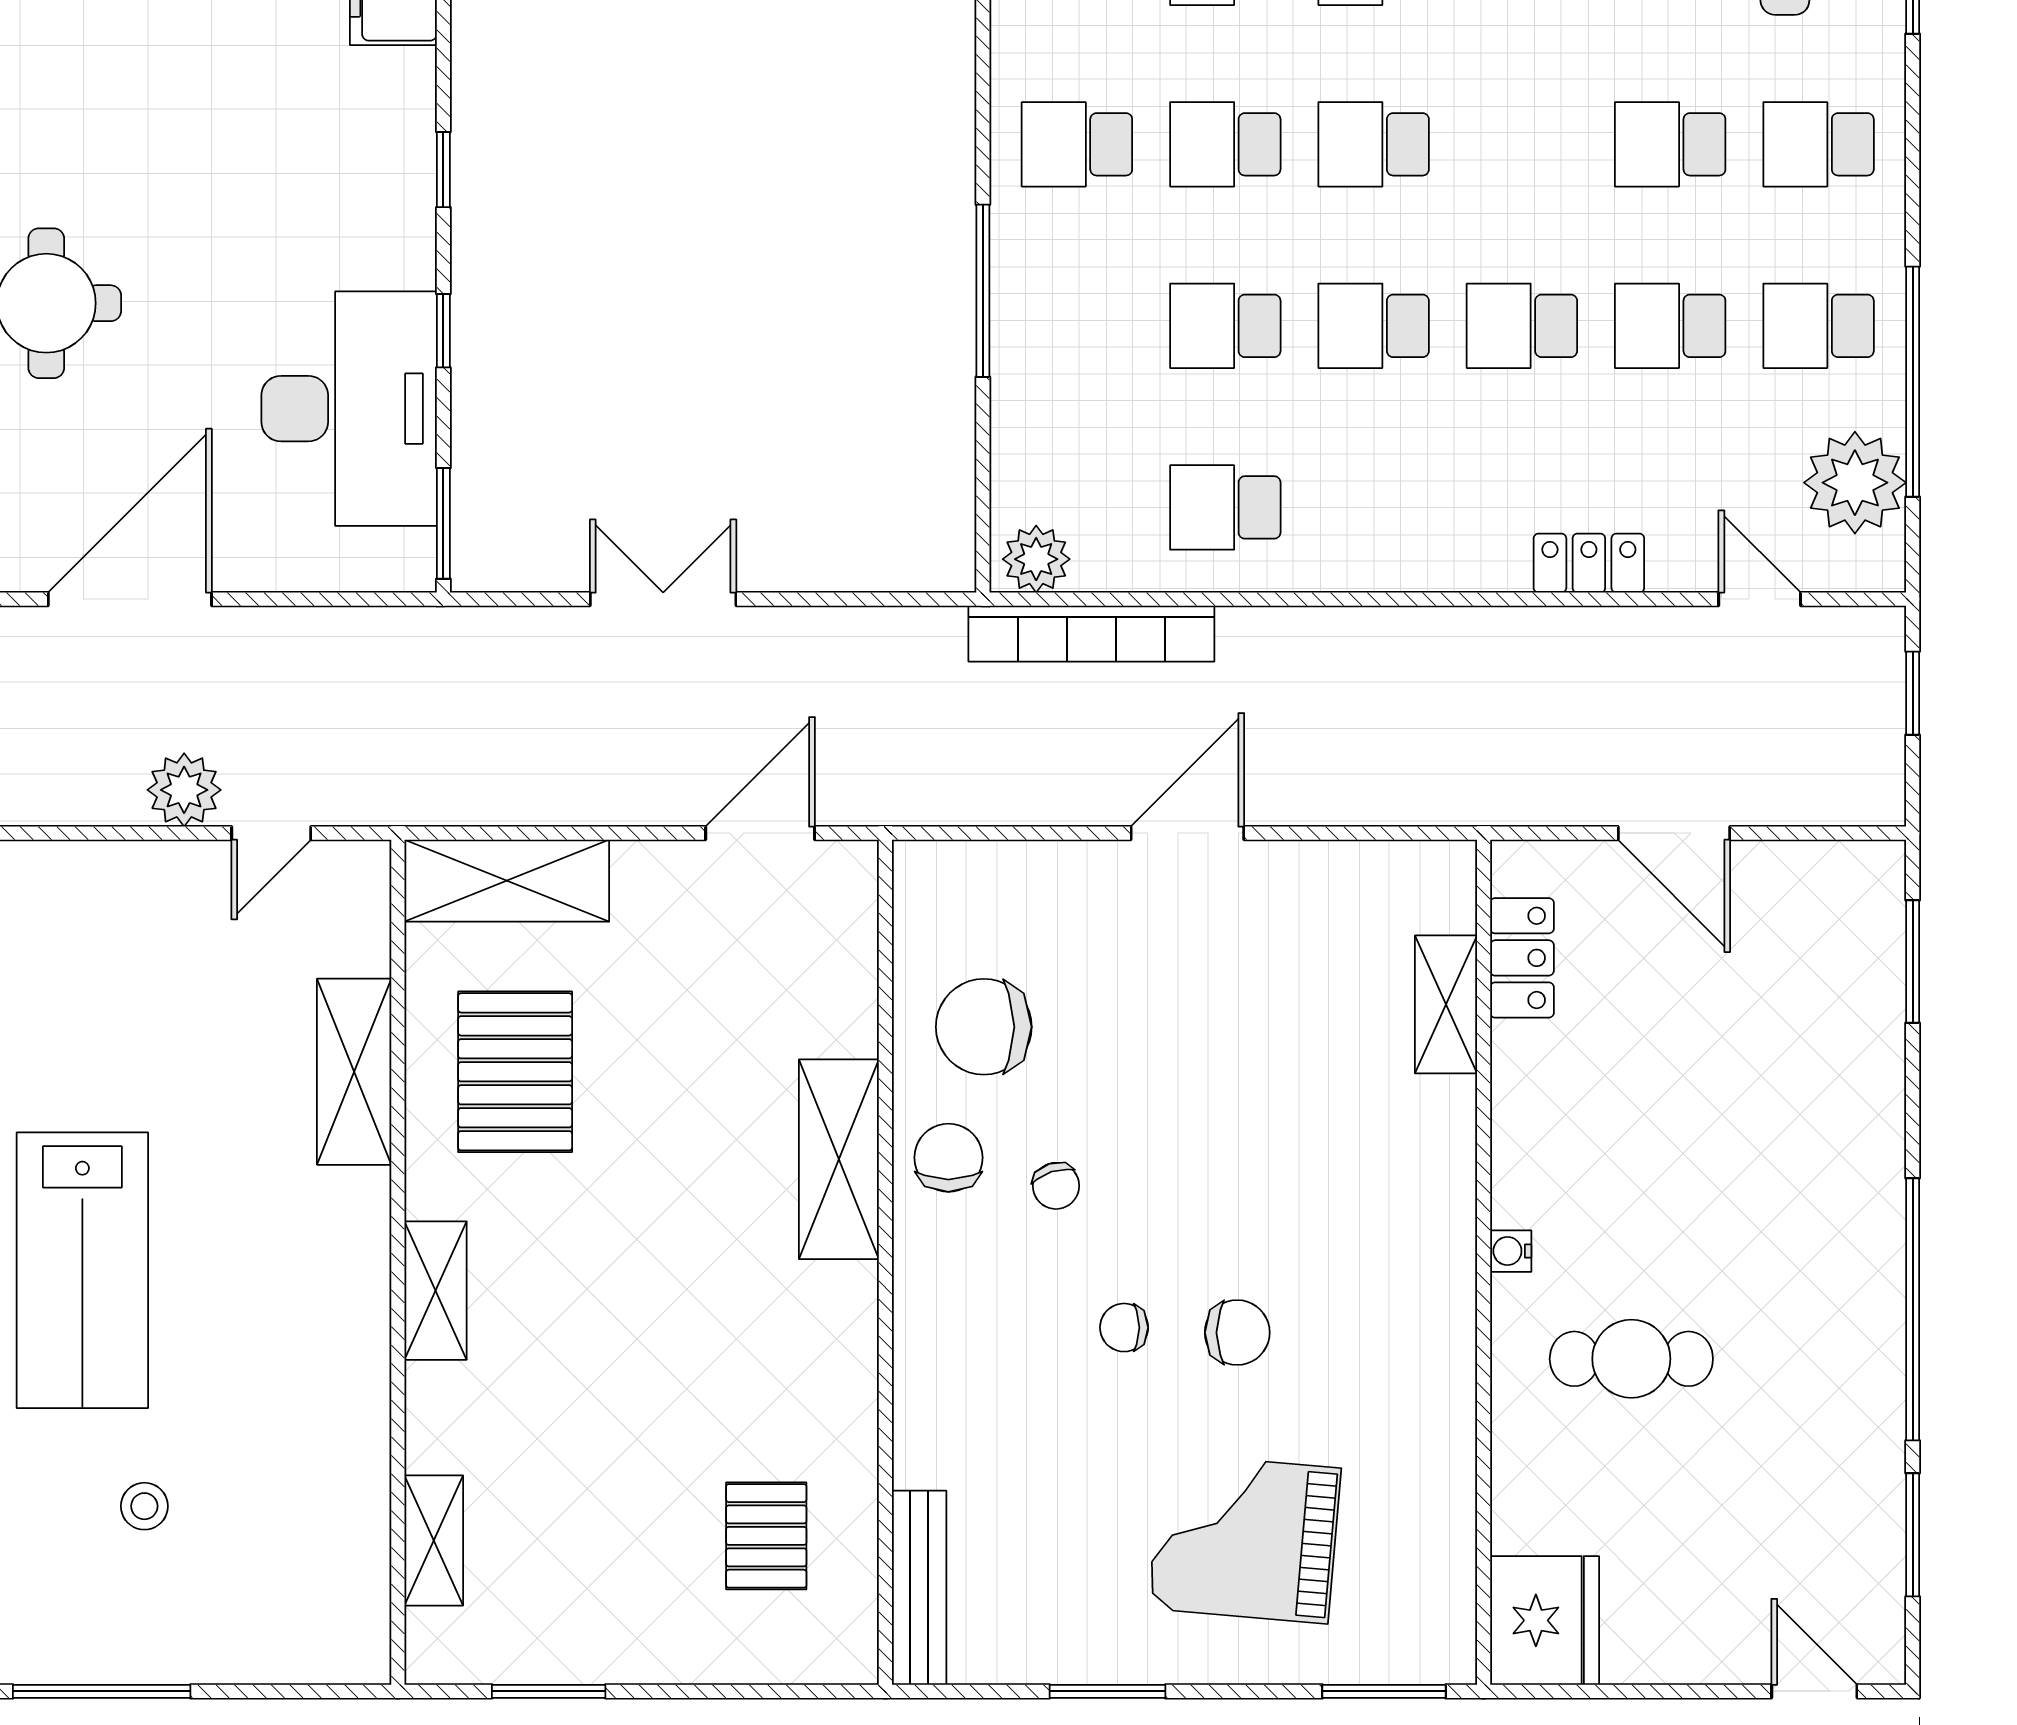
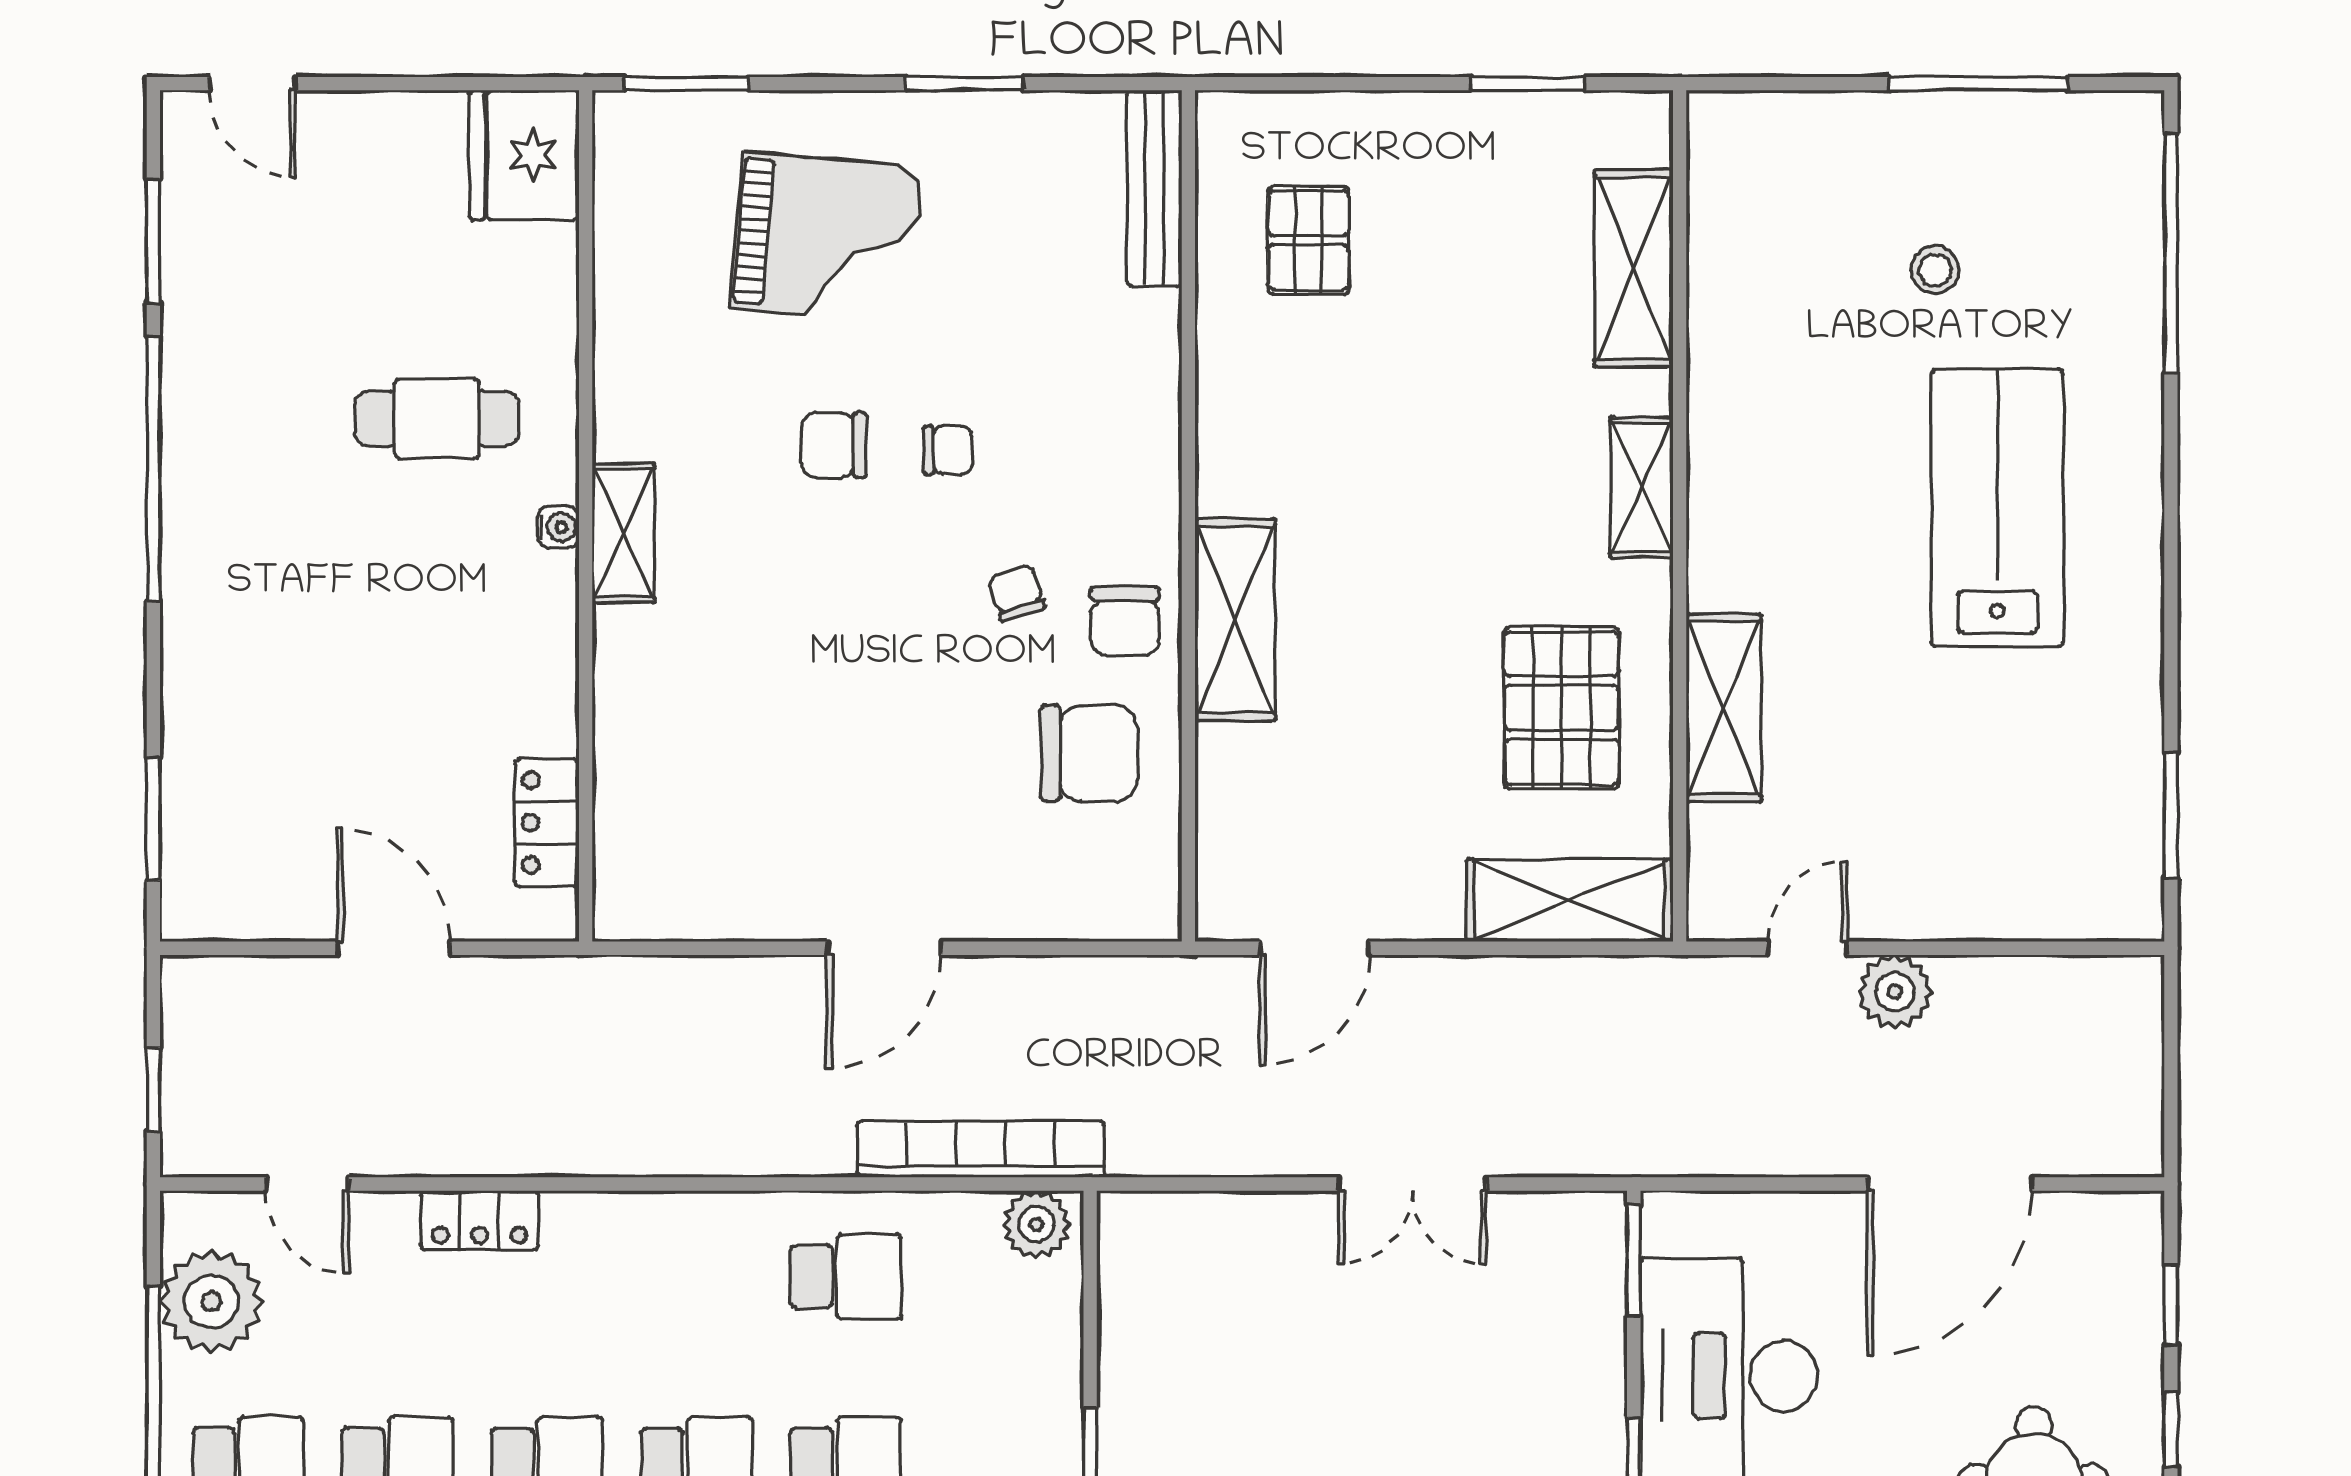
shelving: (1446, 1004) -> (623, 533), moved
shelving: (434, 1541) -> (1634, 268), width x1.50, depth x1.33

